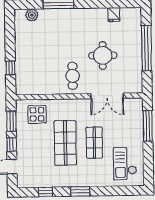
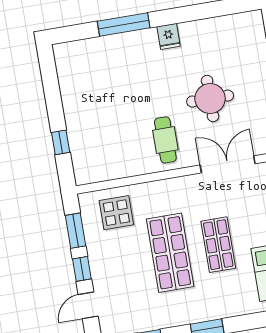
plant: (32, 15) -> (83, 50), removed
fridge: (114, 15) -> (169, 36), moved
double door: (107, 96) -> (228, 164), swing flipped

